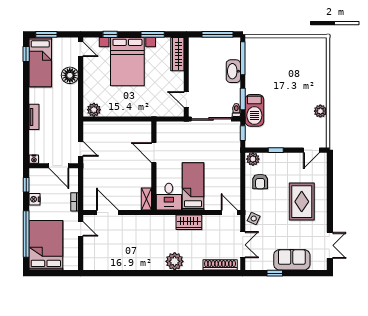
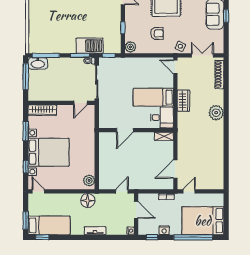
door: (81, 49) -> (38, 191), hinge flipped
washbasin: (233, 71) -> (38, 63), moved
floor lamp: (70, 75) -> (88, 201), moved
door: (59, 166) -> (136, 210), hinge flipped
armchair: (260, 181) -> (157, 33), moved
door: (229, 213) -> (175, 67), hinge flipped
window: (275, 273) -> (226, 16), moved

